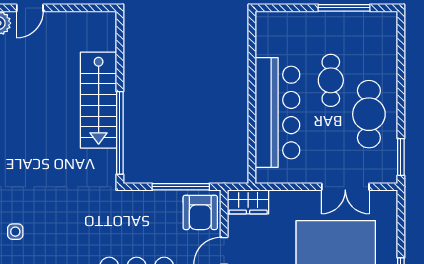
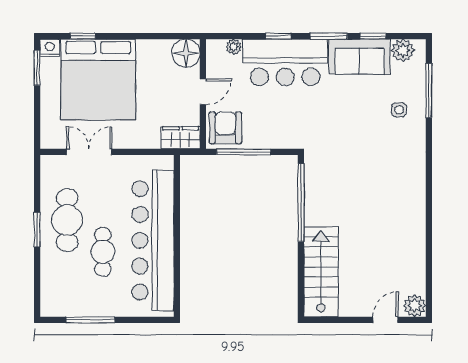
stairs: (99, 100) -> (321, 272), moved
bar counter: (277, 113) -> (153, 240), width x1.36
window: (401, 157) -> (37, 230), moved

